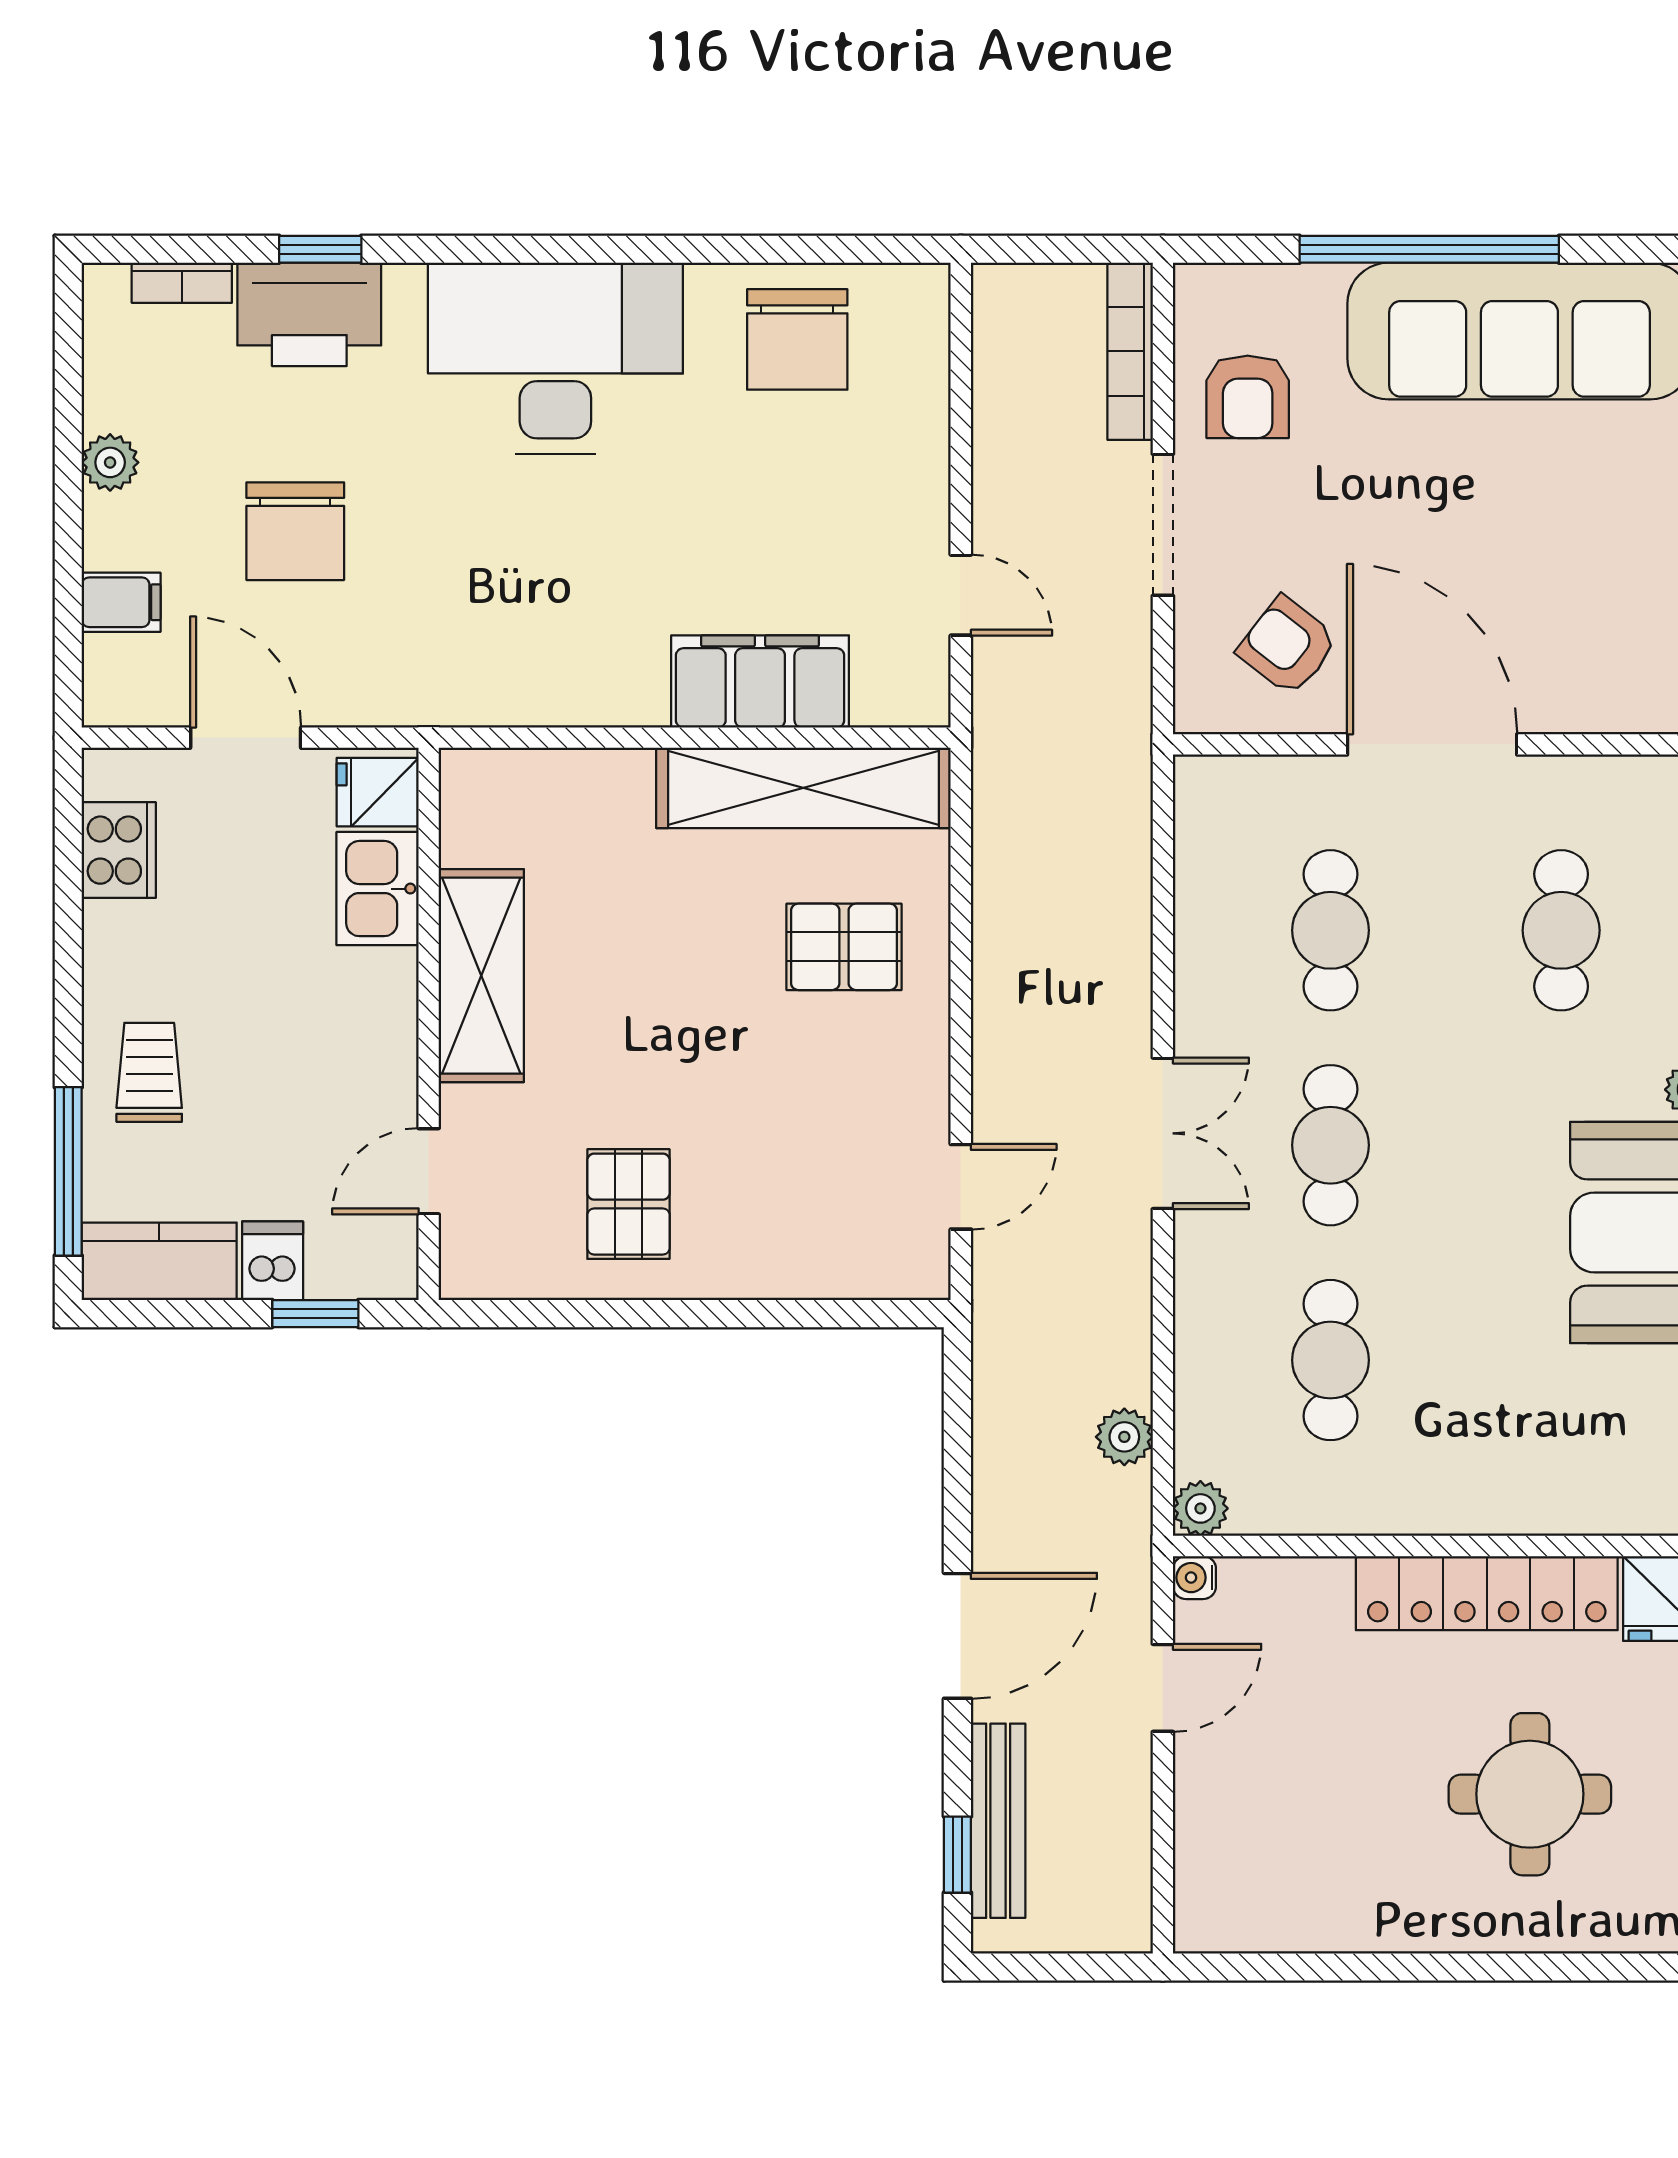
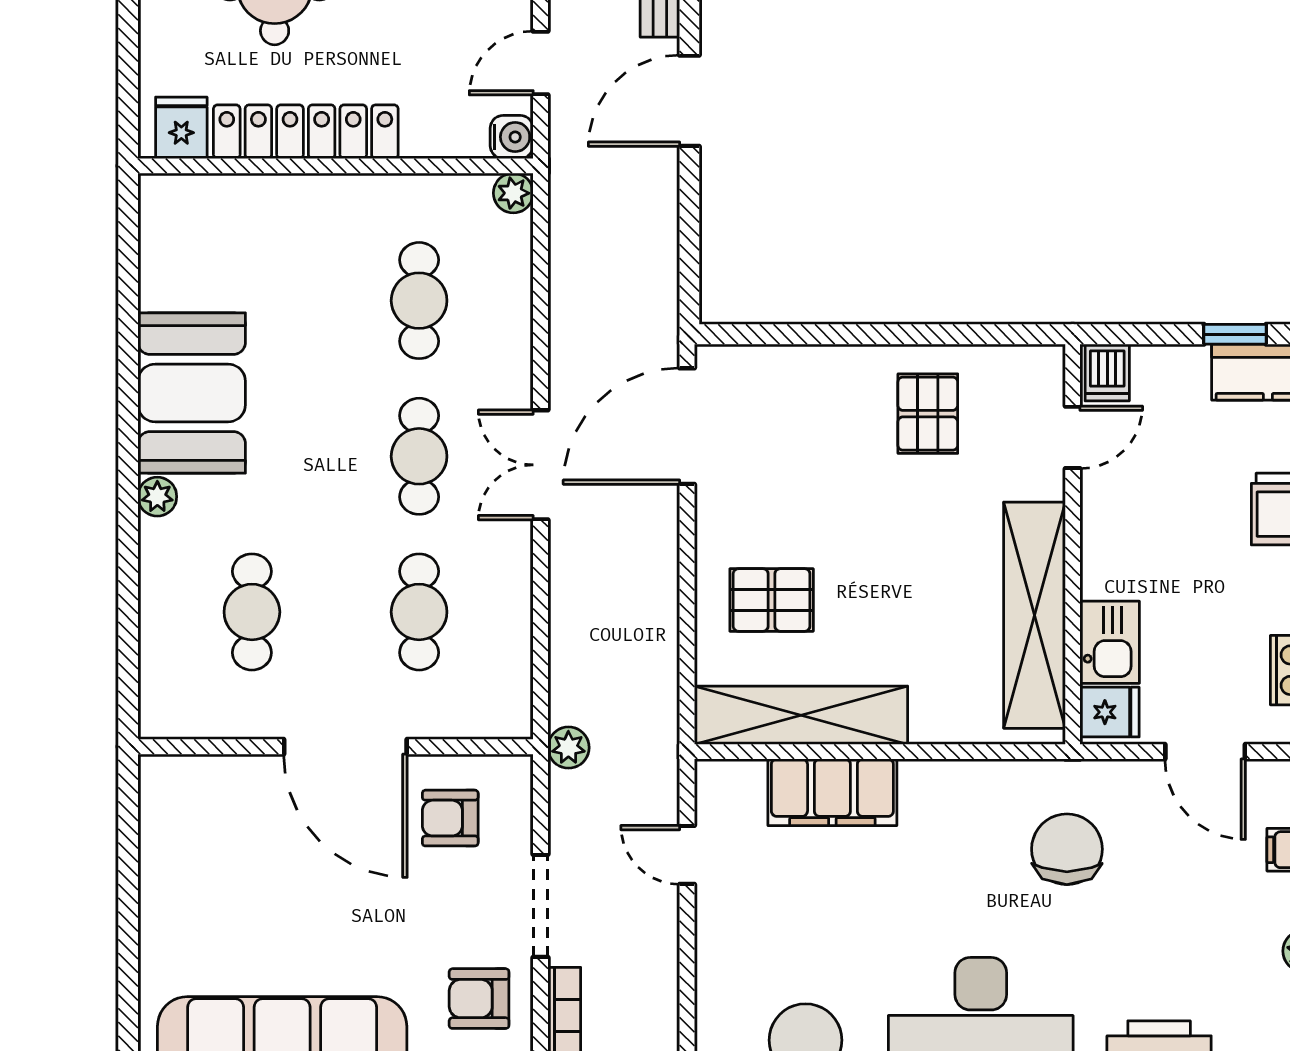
armchair: (1248, 397) -> (479, 999), turned -90
chair: (295, 531) -> (1067, 849), moved
armchair: (1288, 646) -> (450, 818), turned 142
shelving: (481, 976) -> (1034, 615), width x1.47
door: (961, 1187) -> (687, 426), width x1.88
dishwasher: (273, 1261) -> (1107, 372), moved
window: (315, 1314) -> (1235, 334), moved
plant: (1124, 1437) -> (568, 748), moved
water cooler: (1194, 1578) -> (512, 137), width x1.38, depth x1.38

